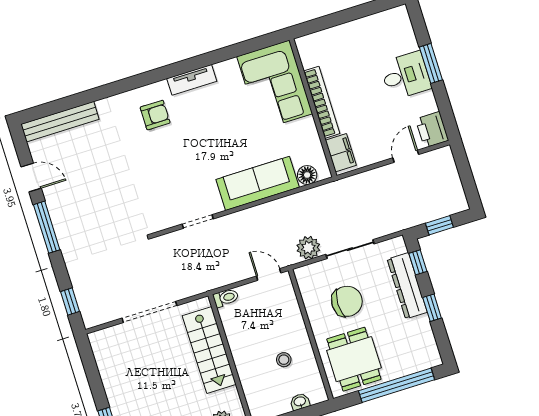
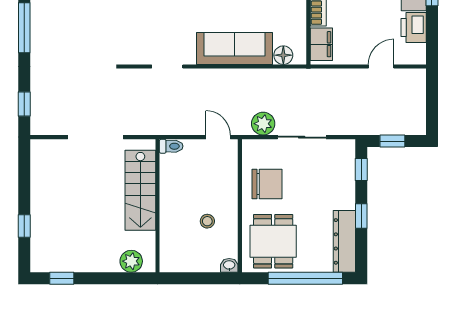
printer: (432, 130) -> (414, 27), moved
dresser: (407, 286) -> (344, 241), moved
chair: (347, 301) -> (267, 184), moved
washbasin: (300, 402) -> (229, 265), moved

